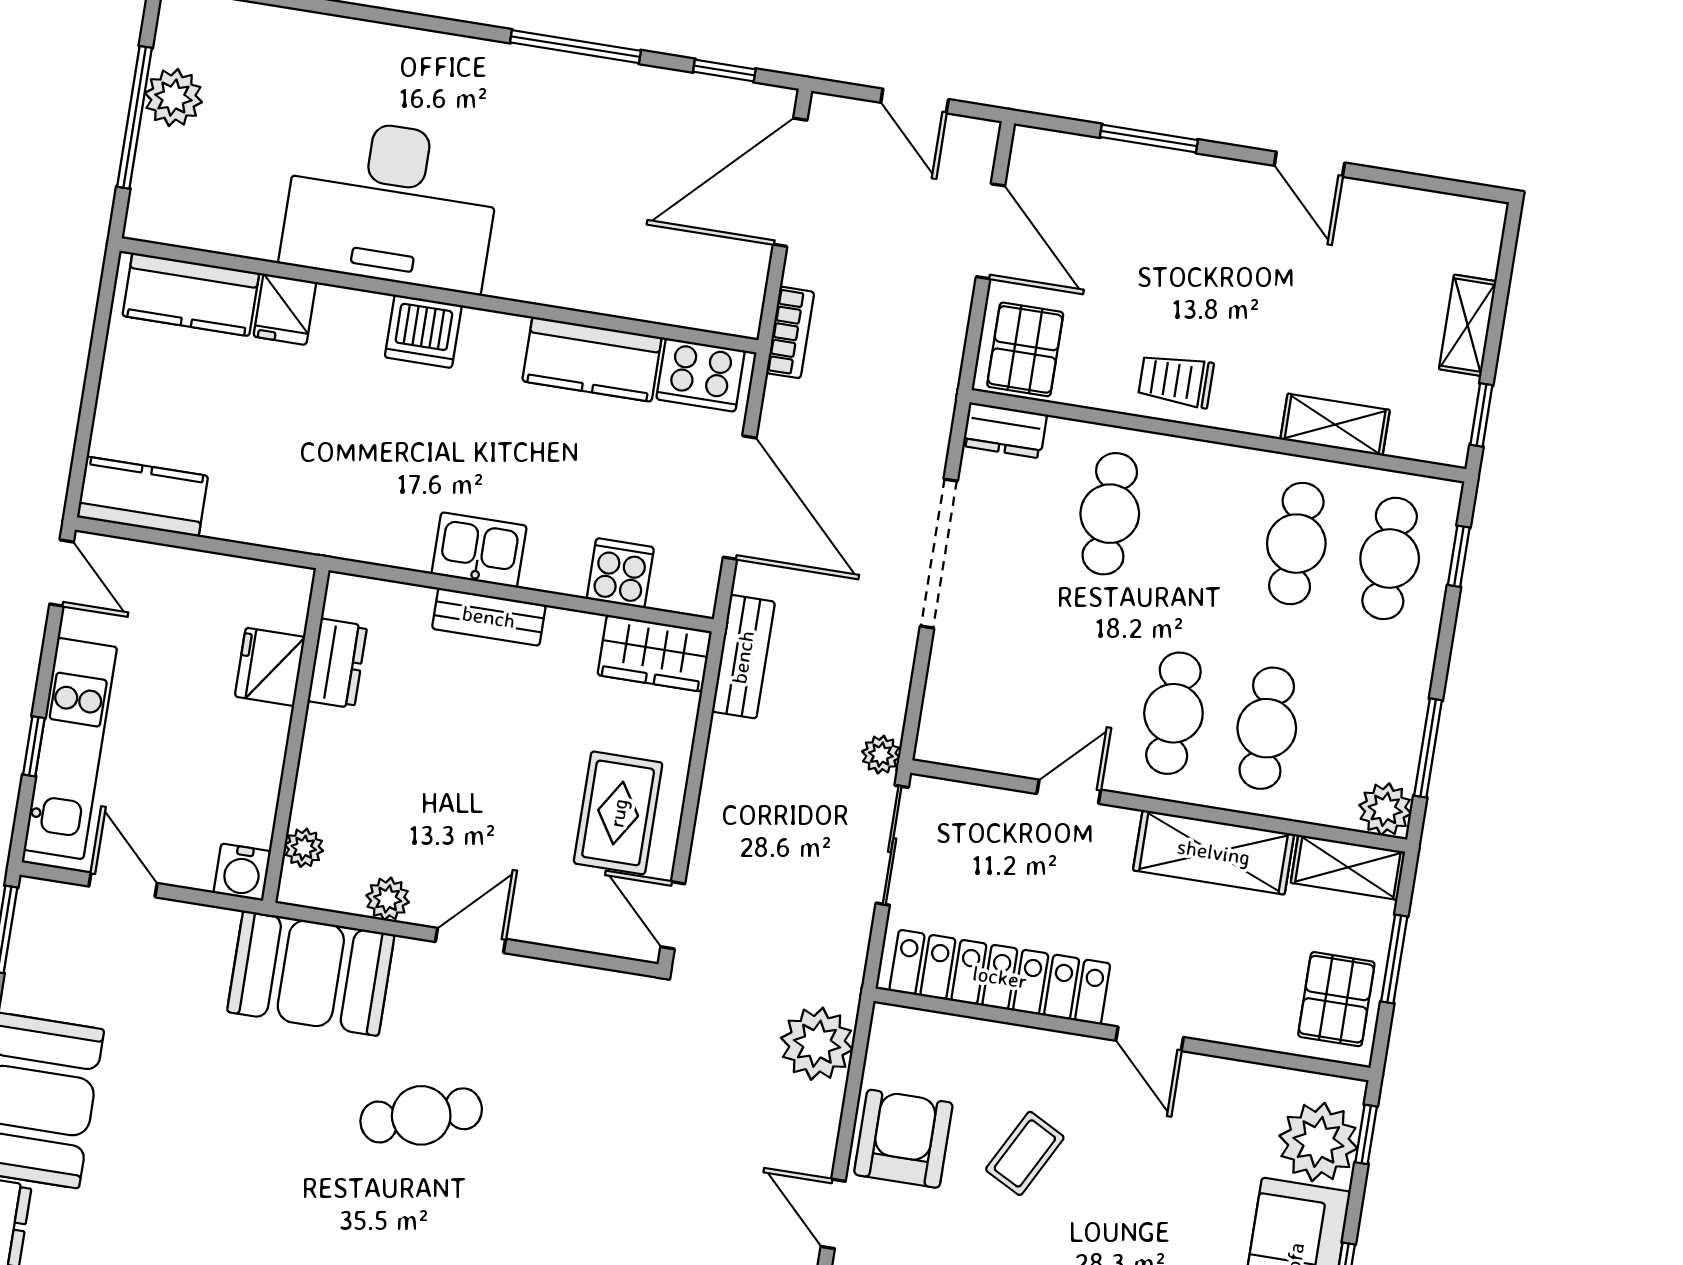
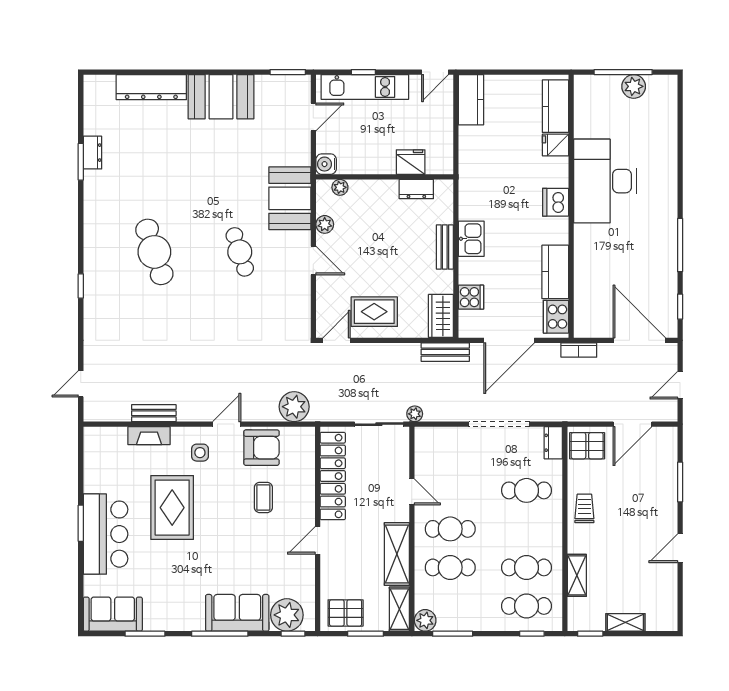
coffee table: (1025, 1153) -> (263, 497), turned 62

